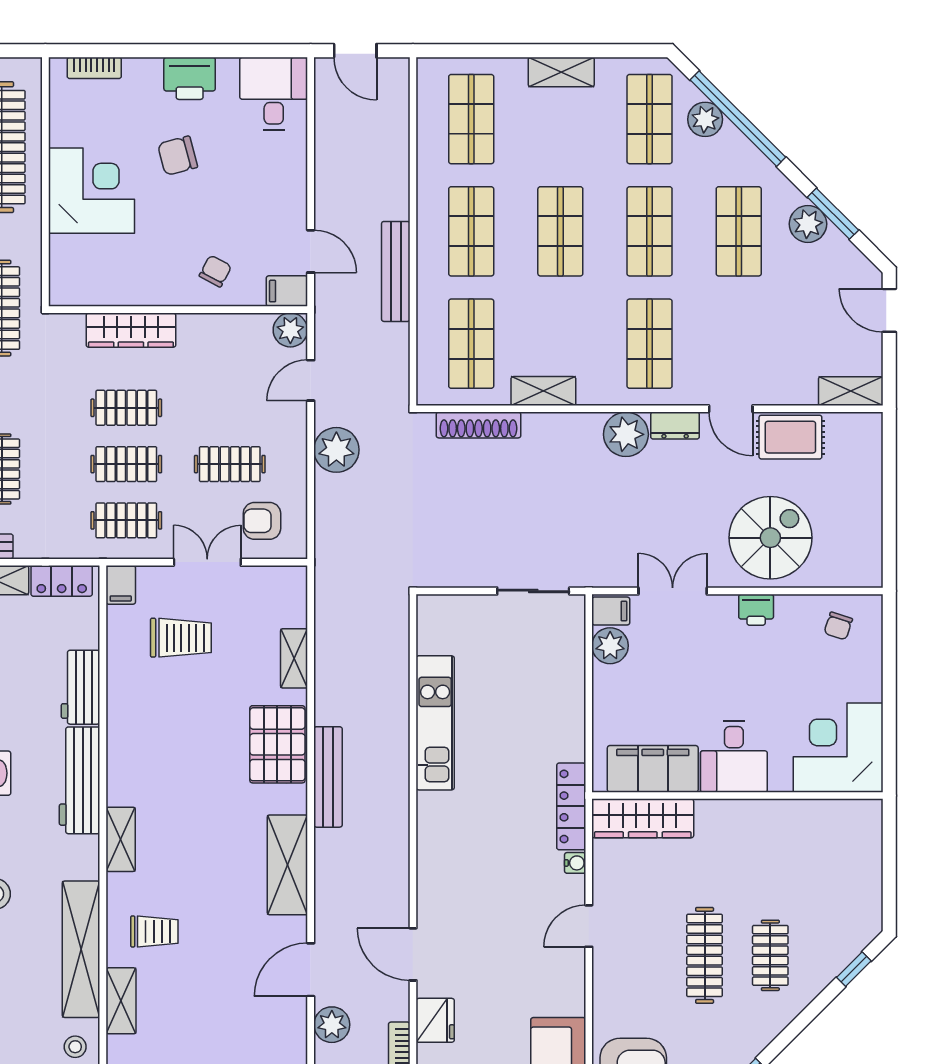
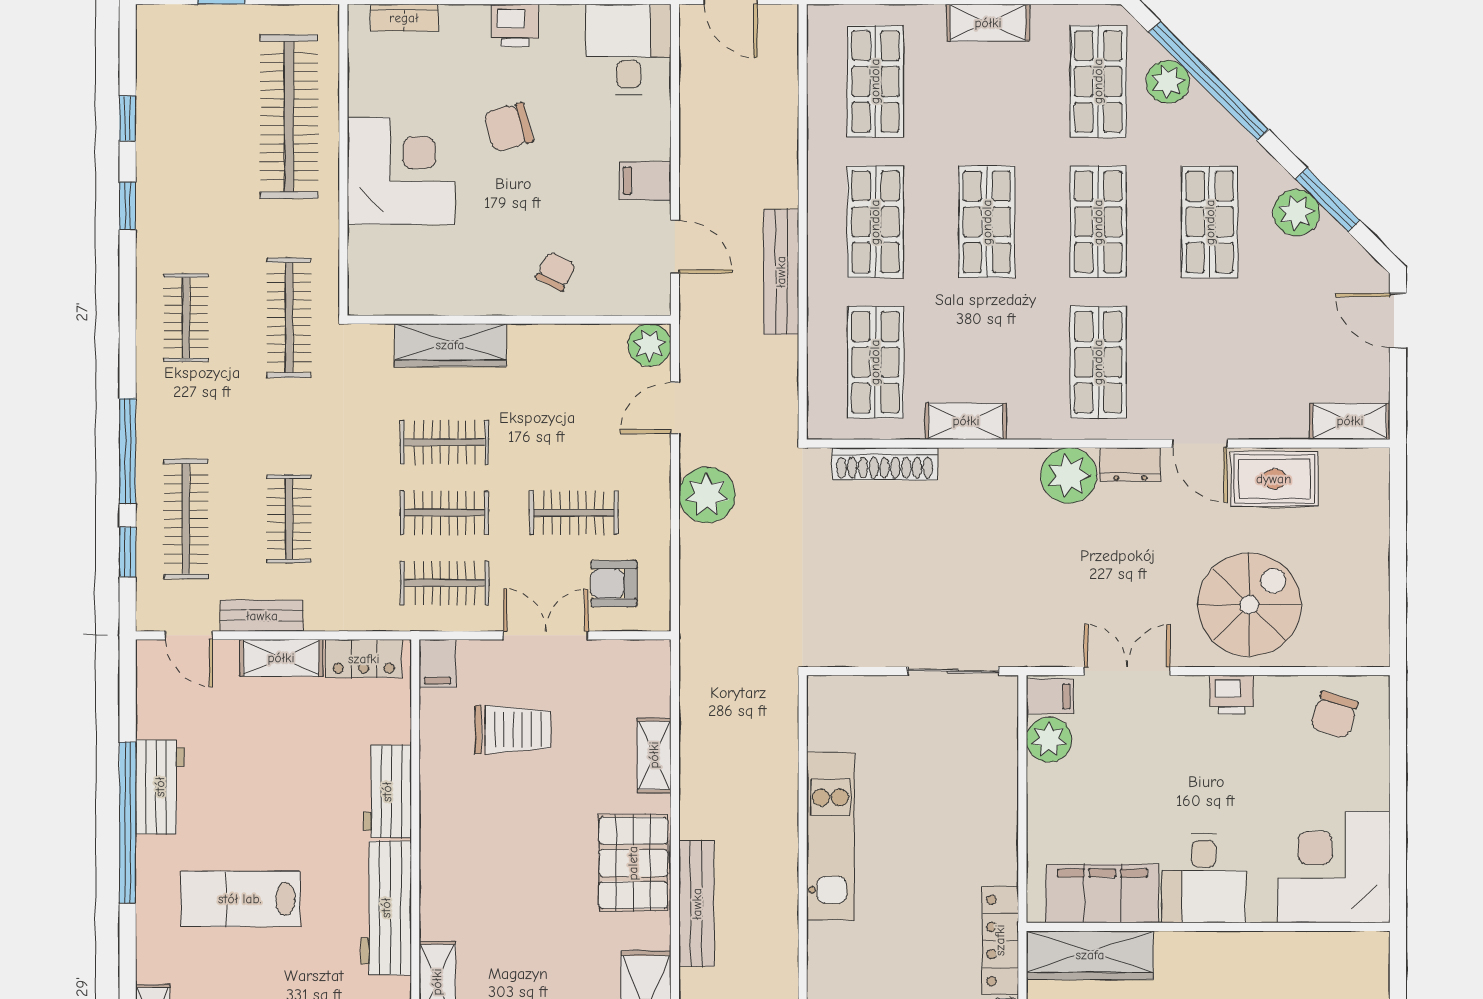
printer: (190, 78) -> (515, 25), width x0.73, depth x0.81
filing cabinet: (287, 291) -> (645, 181), moved
chair: (838, 626) -> (1334, 715), width x1.37, depth x1.37

